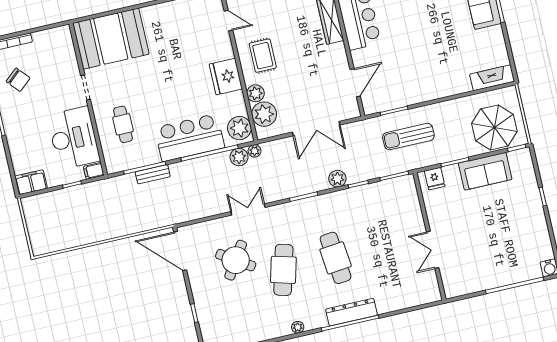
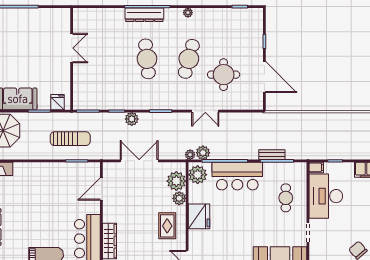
door: (180, 251) -> (264, 77), moved
round table: (236, 260) -> (224, 75), turned -33

